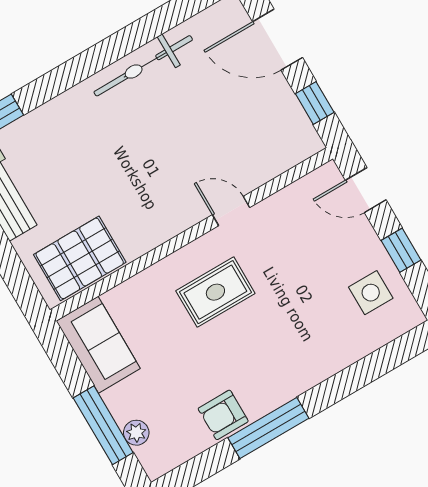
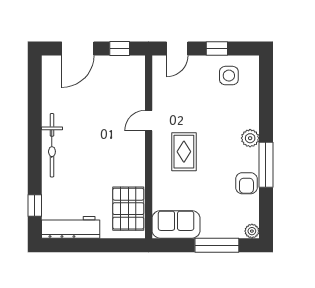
bicycle: (143, 66) -> (52, 145), moved
plant: (295, 380) -> (250, 138), added
plant: (136, 433) -> (252, 231), moved

